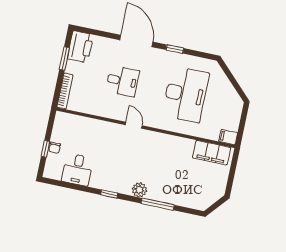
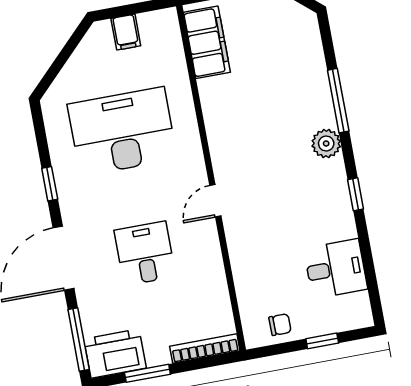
window: (94, 32) -> (79, 340), added
filing cabinet: (228, 137) -> (126, 32), moved
chair: (55, 148) -> (280, 325), moved

